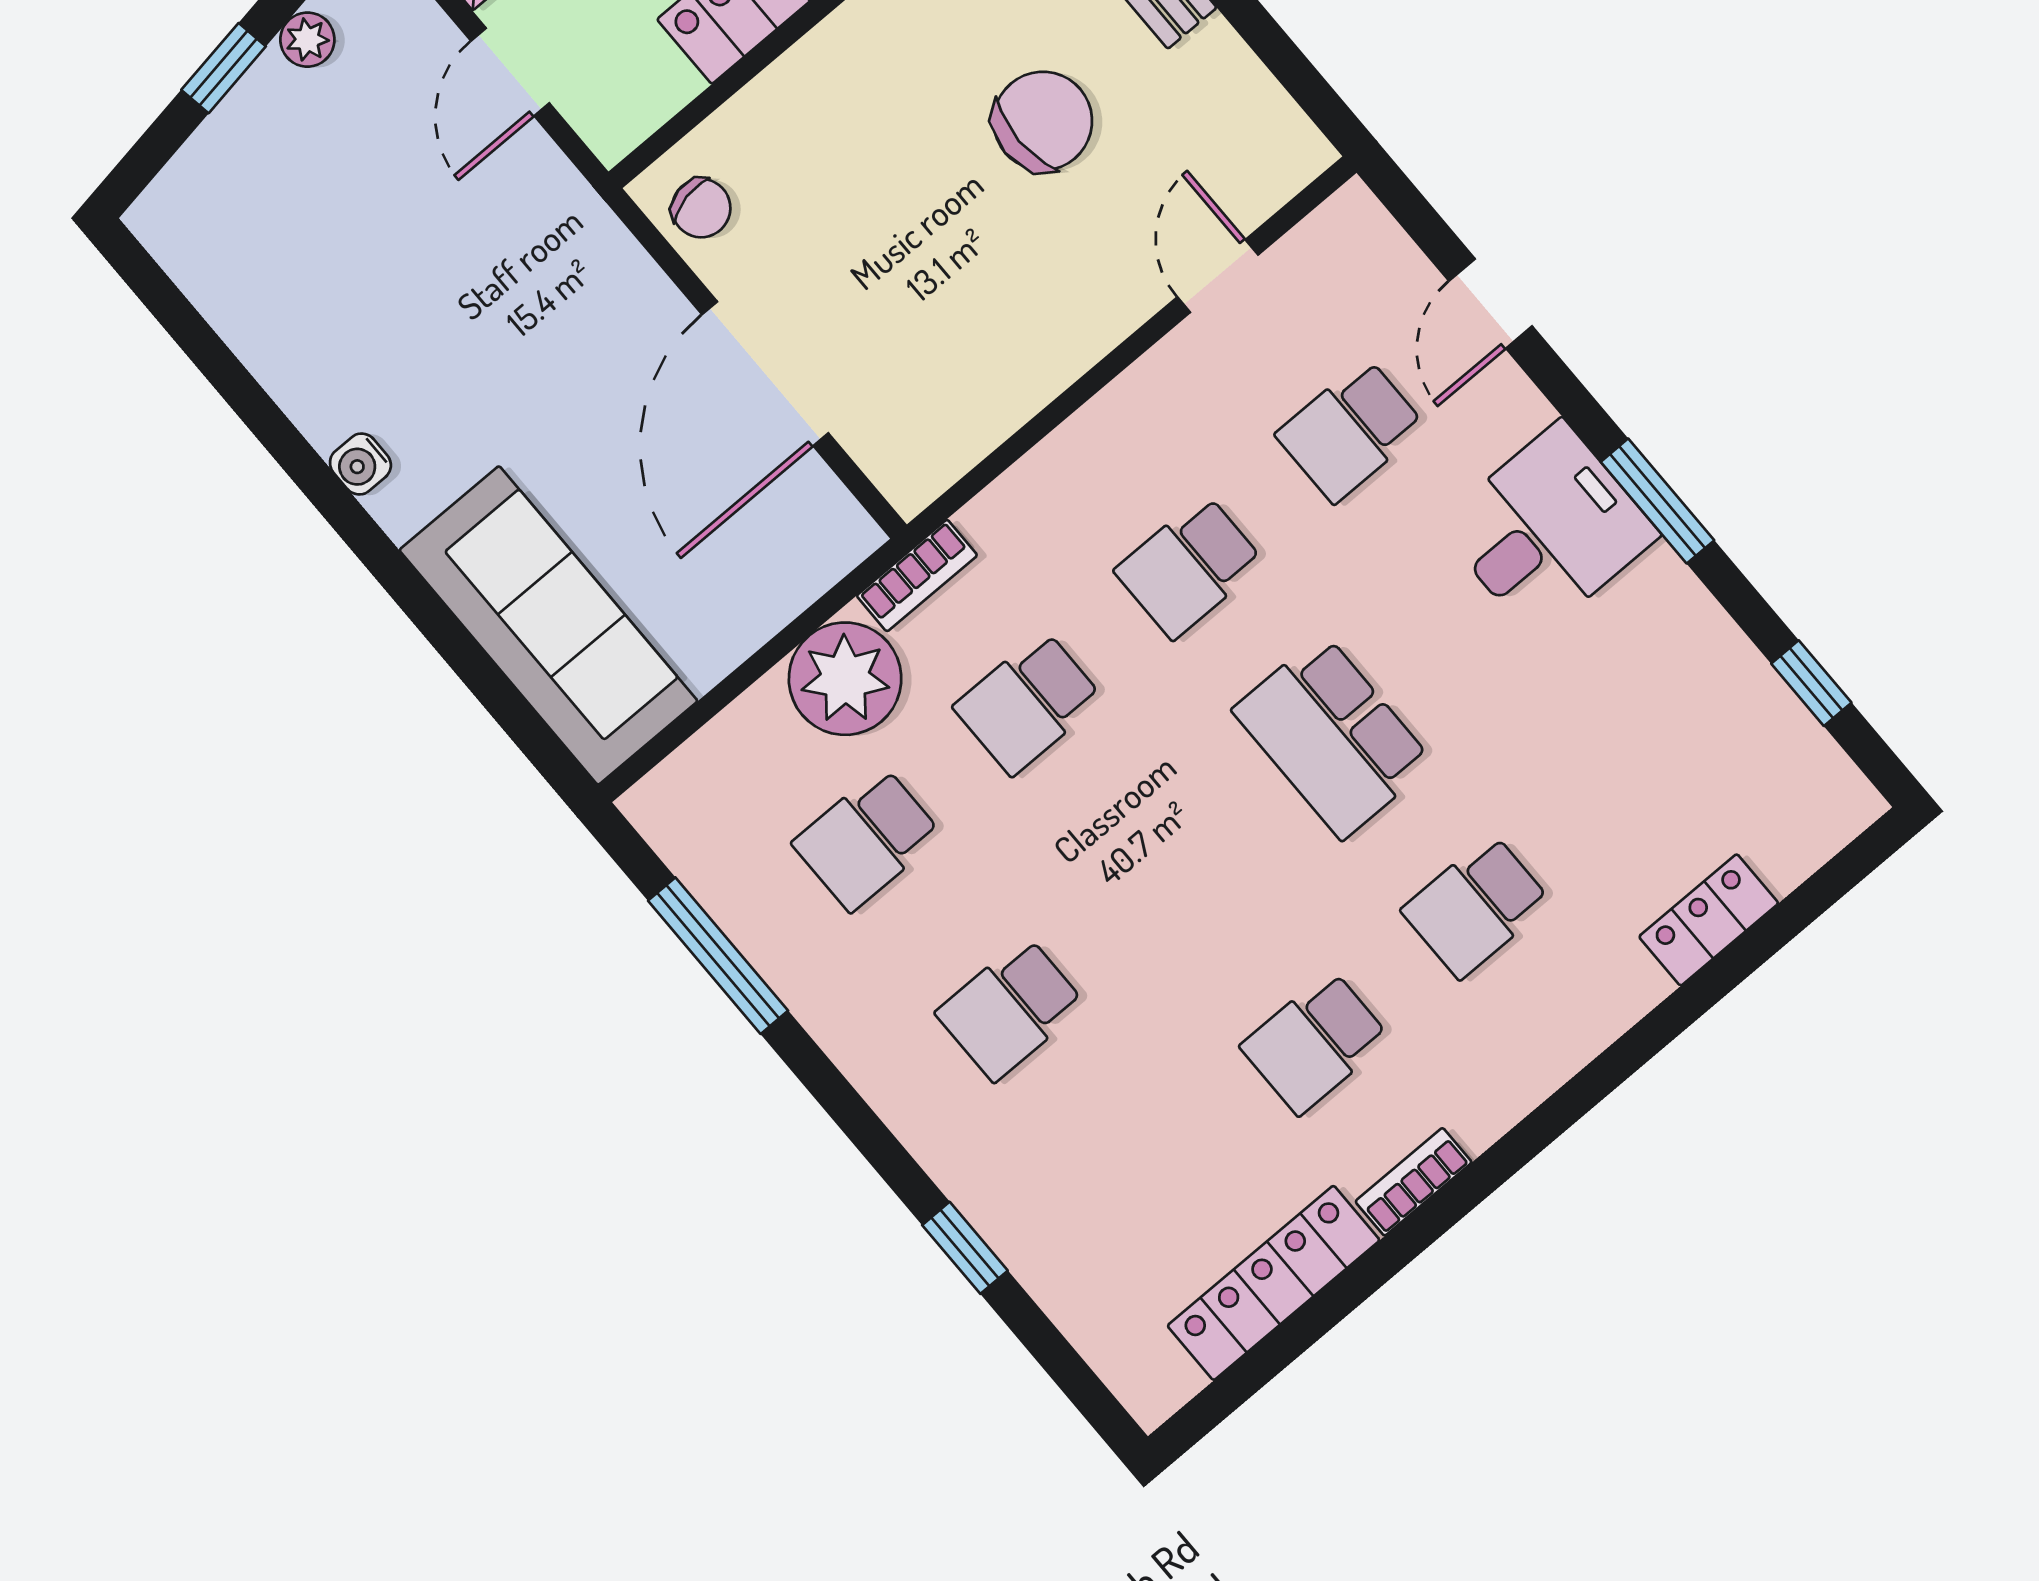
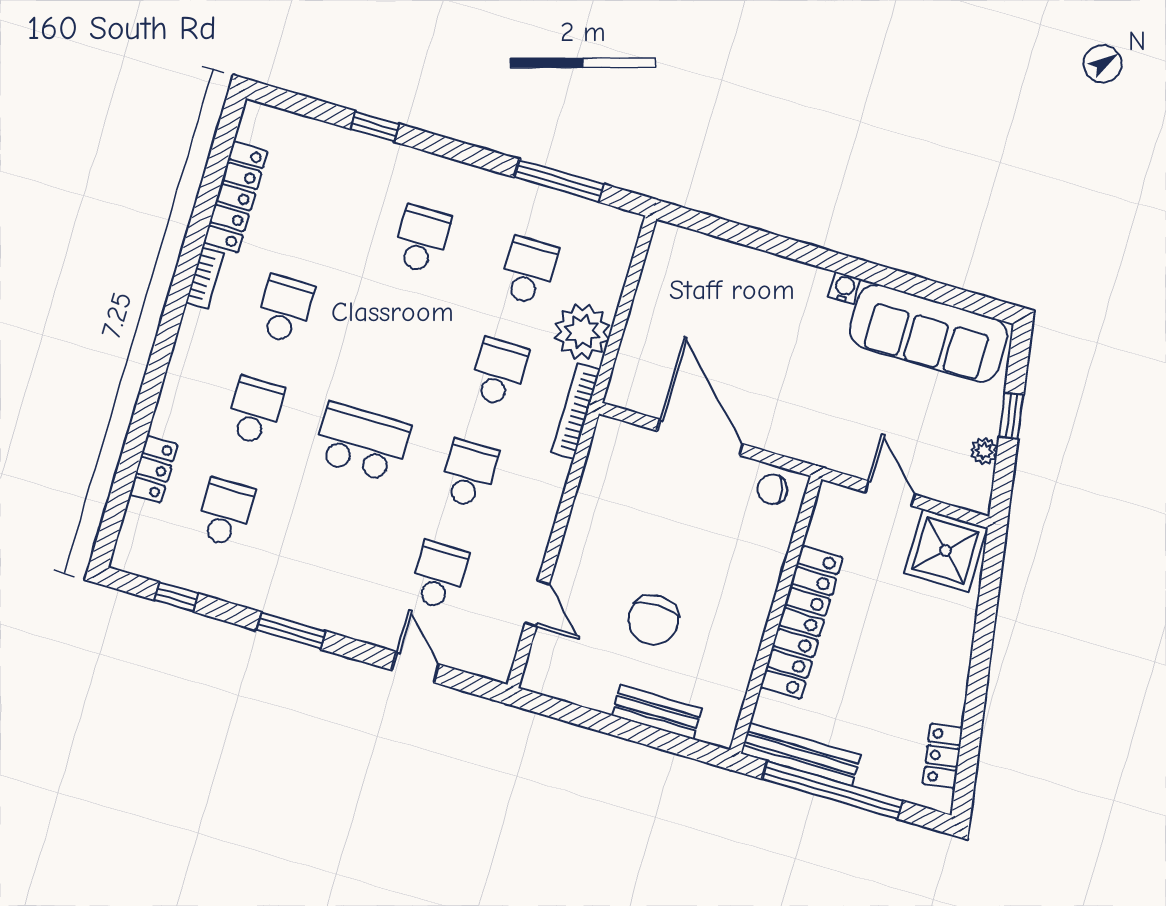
desk: (1548, 530) -> (329, 588), removed
bookcase: (917, 575) -> (576, 411), width x1.56
sofa: (548, 626) -> (929, 333), moved
school desk: (1637, 770) -> (225, 512), added

